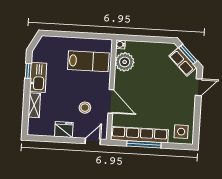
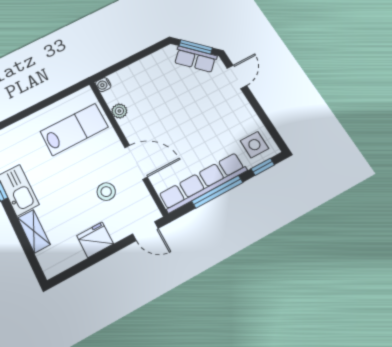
plant: (125, 62) -> (119, 111), width x0.53, depth x0.53
door: (93, 141) -> (145, 231), swing flipped
window: (177, 146) -> (263, 167), added

